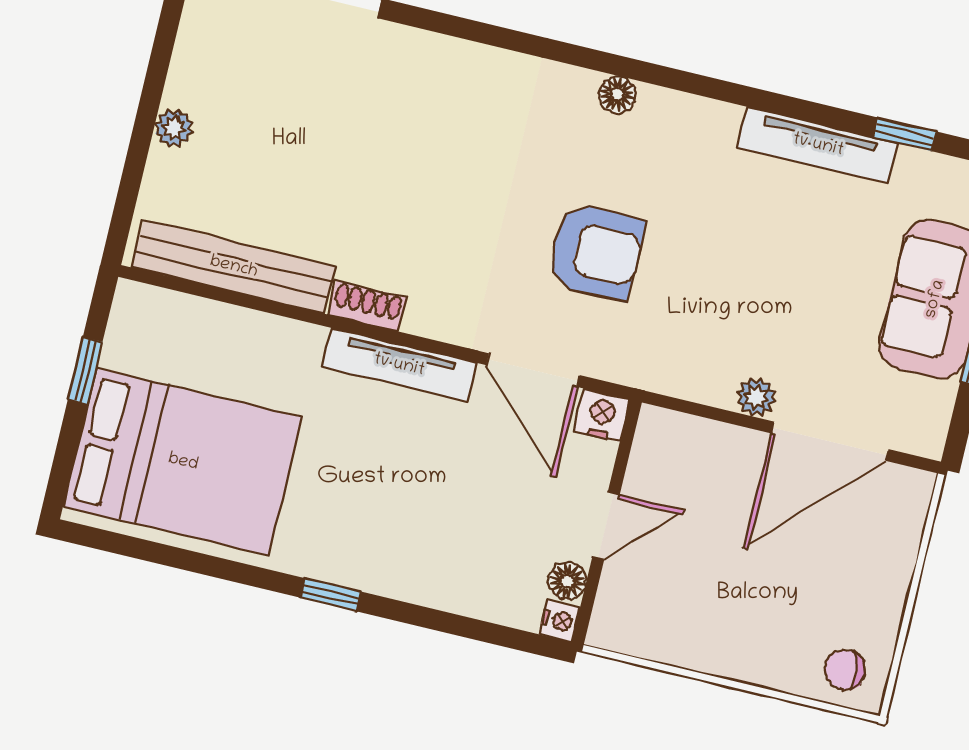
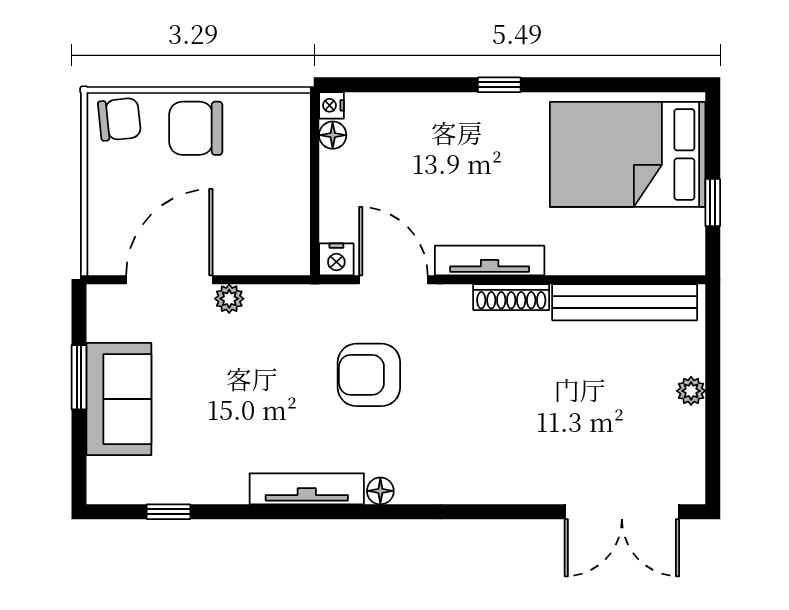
tv unit: (818, 145) -> (307, 489), moved
shoe rack: (367, 306) -> (511, 297), width x1.43
door: (606, 526) -> (315, 181), removed
chair: (747, 634) -> (196, 128), added
chair: (845, 670) -> (119, 119), width x1.37, depth x1.37

